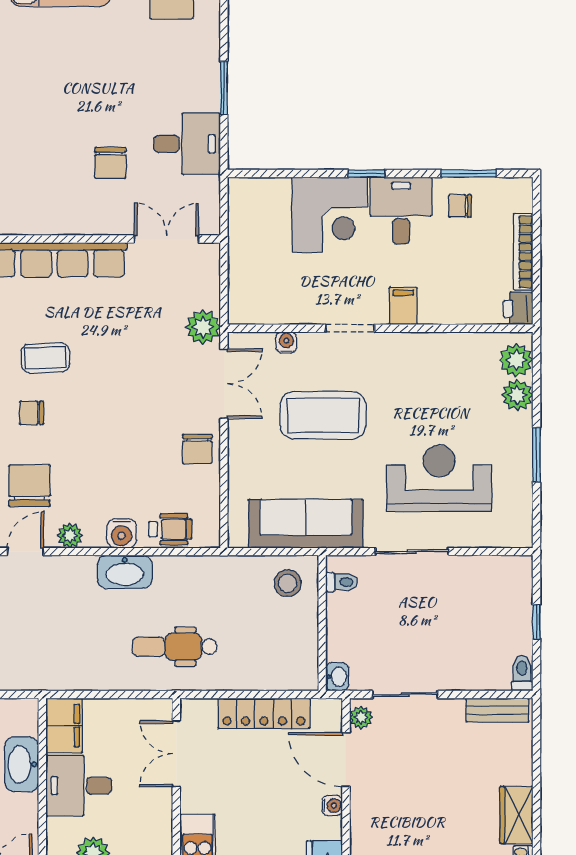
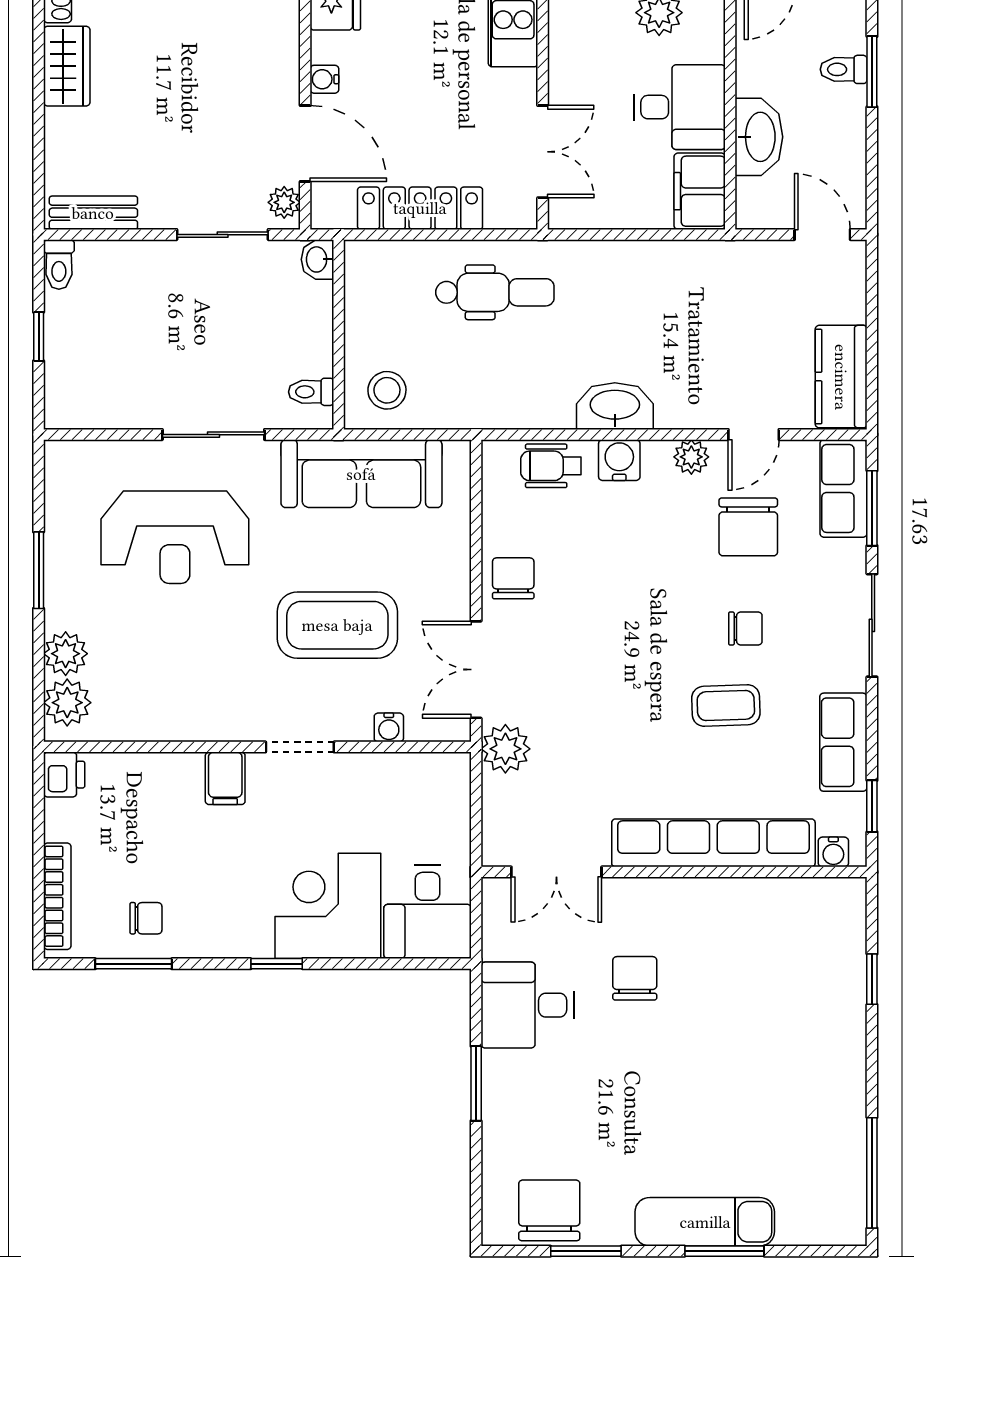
desk: (401, 211) -> (428, 912), moved
bookcase: (523, 252) -> (57, 896), moved
dental chair: (175, 647) -> (495, 292), moved

